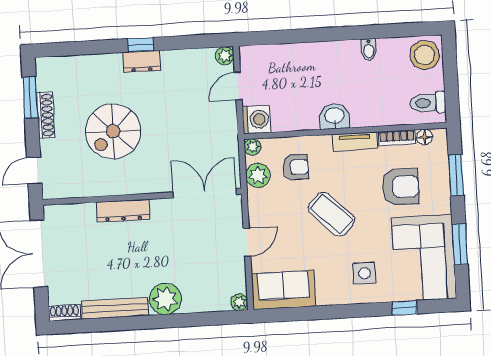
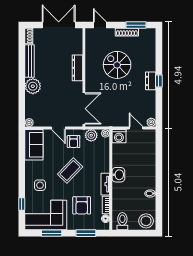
armchair: (296, 167) -> (74, 142), moved

